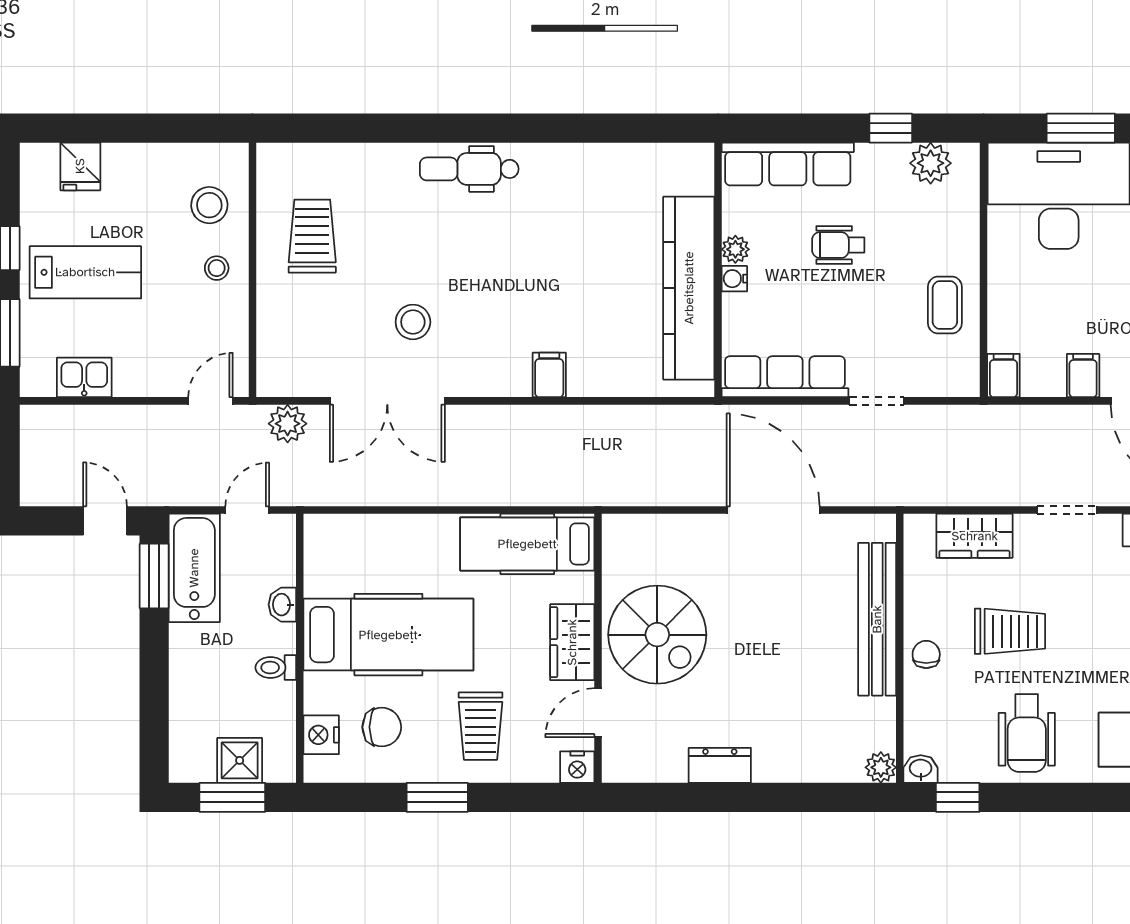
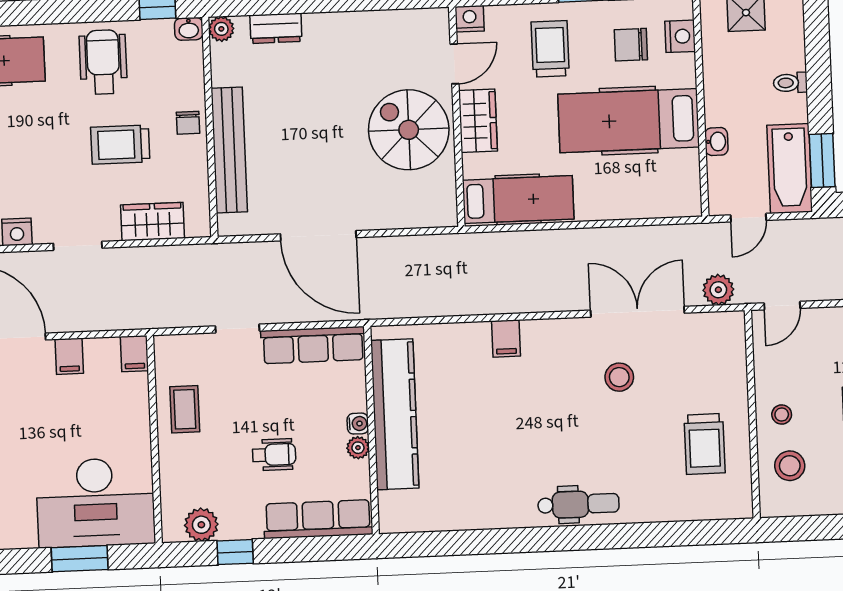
toilet: (276, 668) -> (790, 83), moved, turned 180
dresser: (720, 765) -> (276, 28), moved

